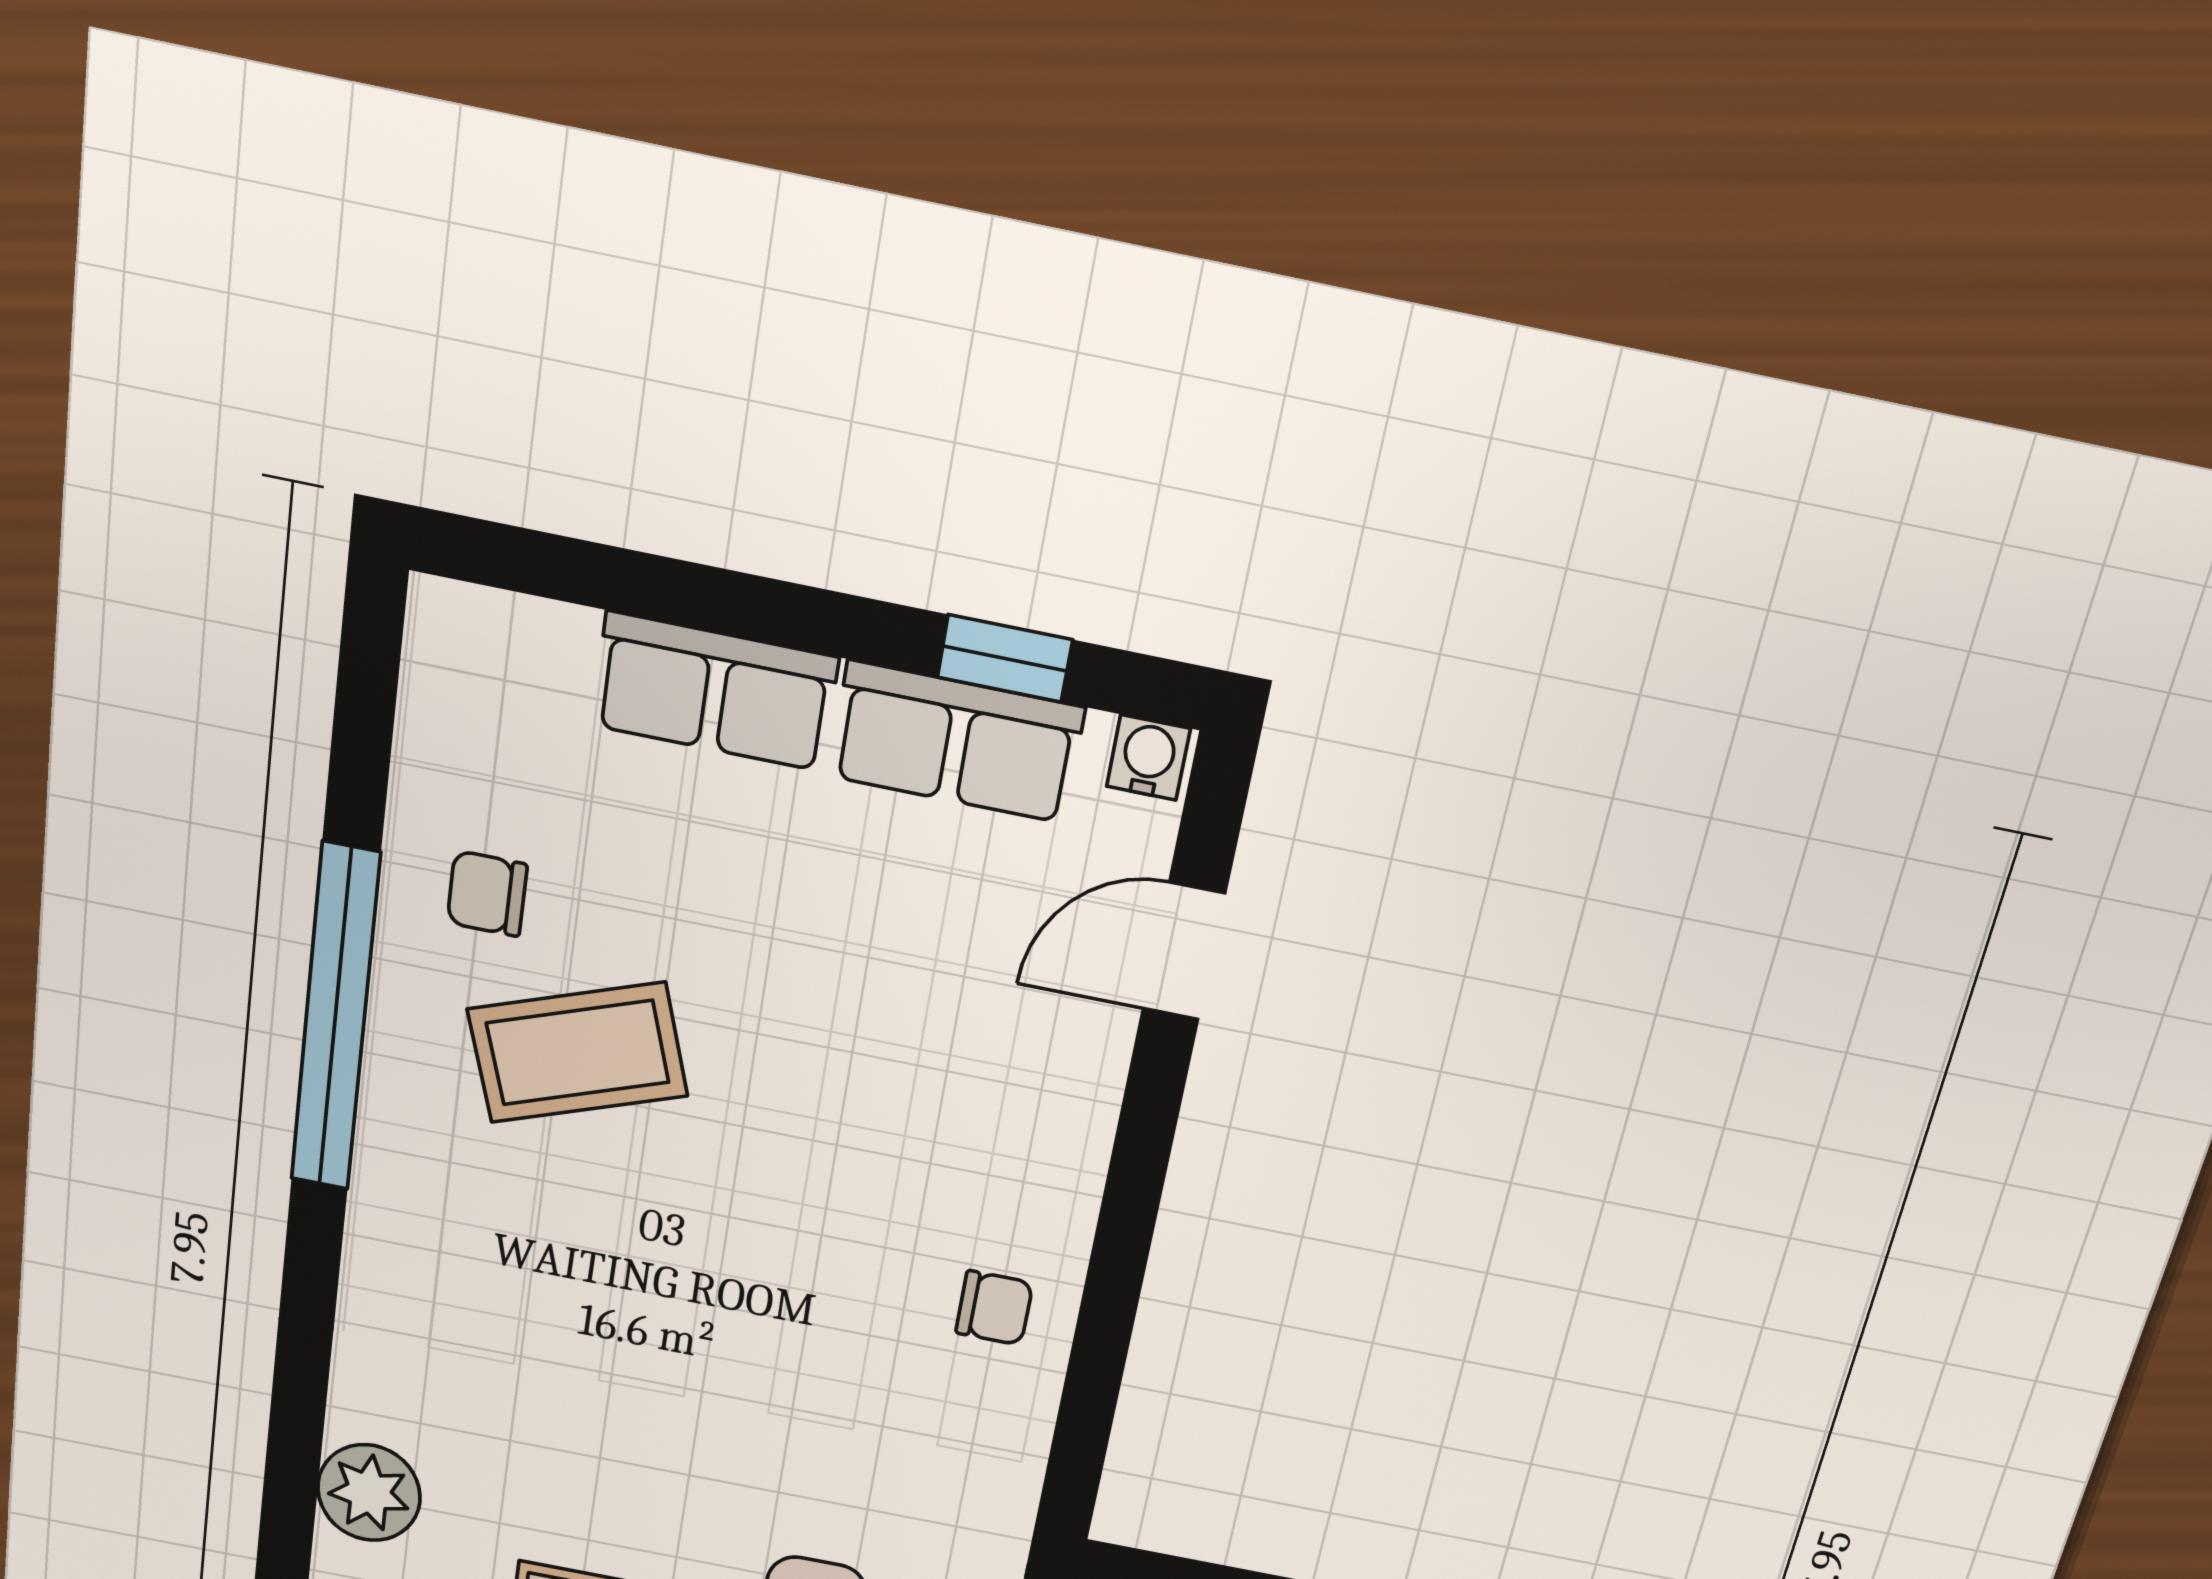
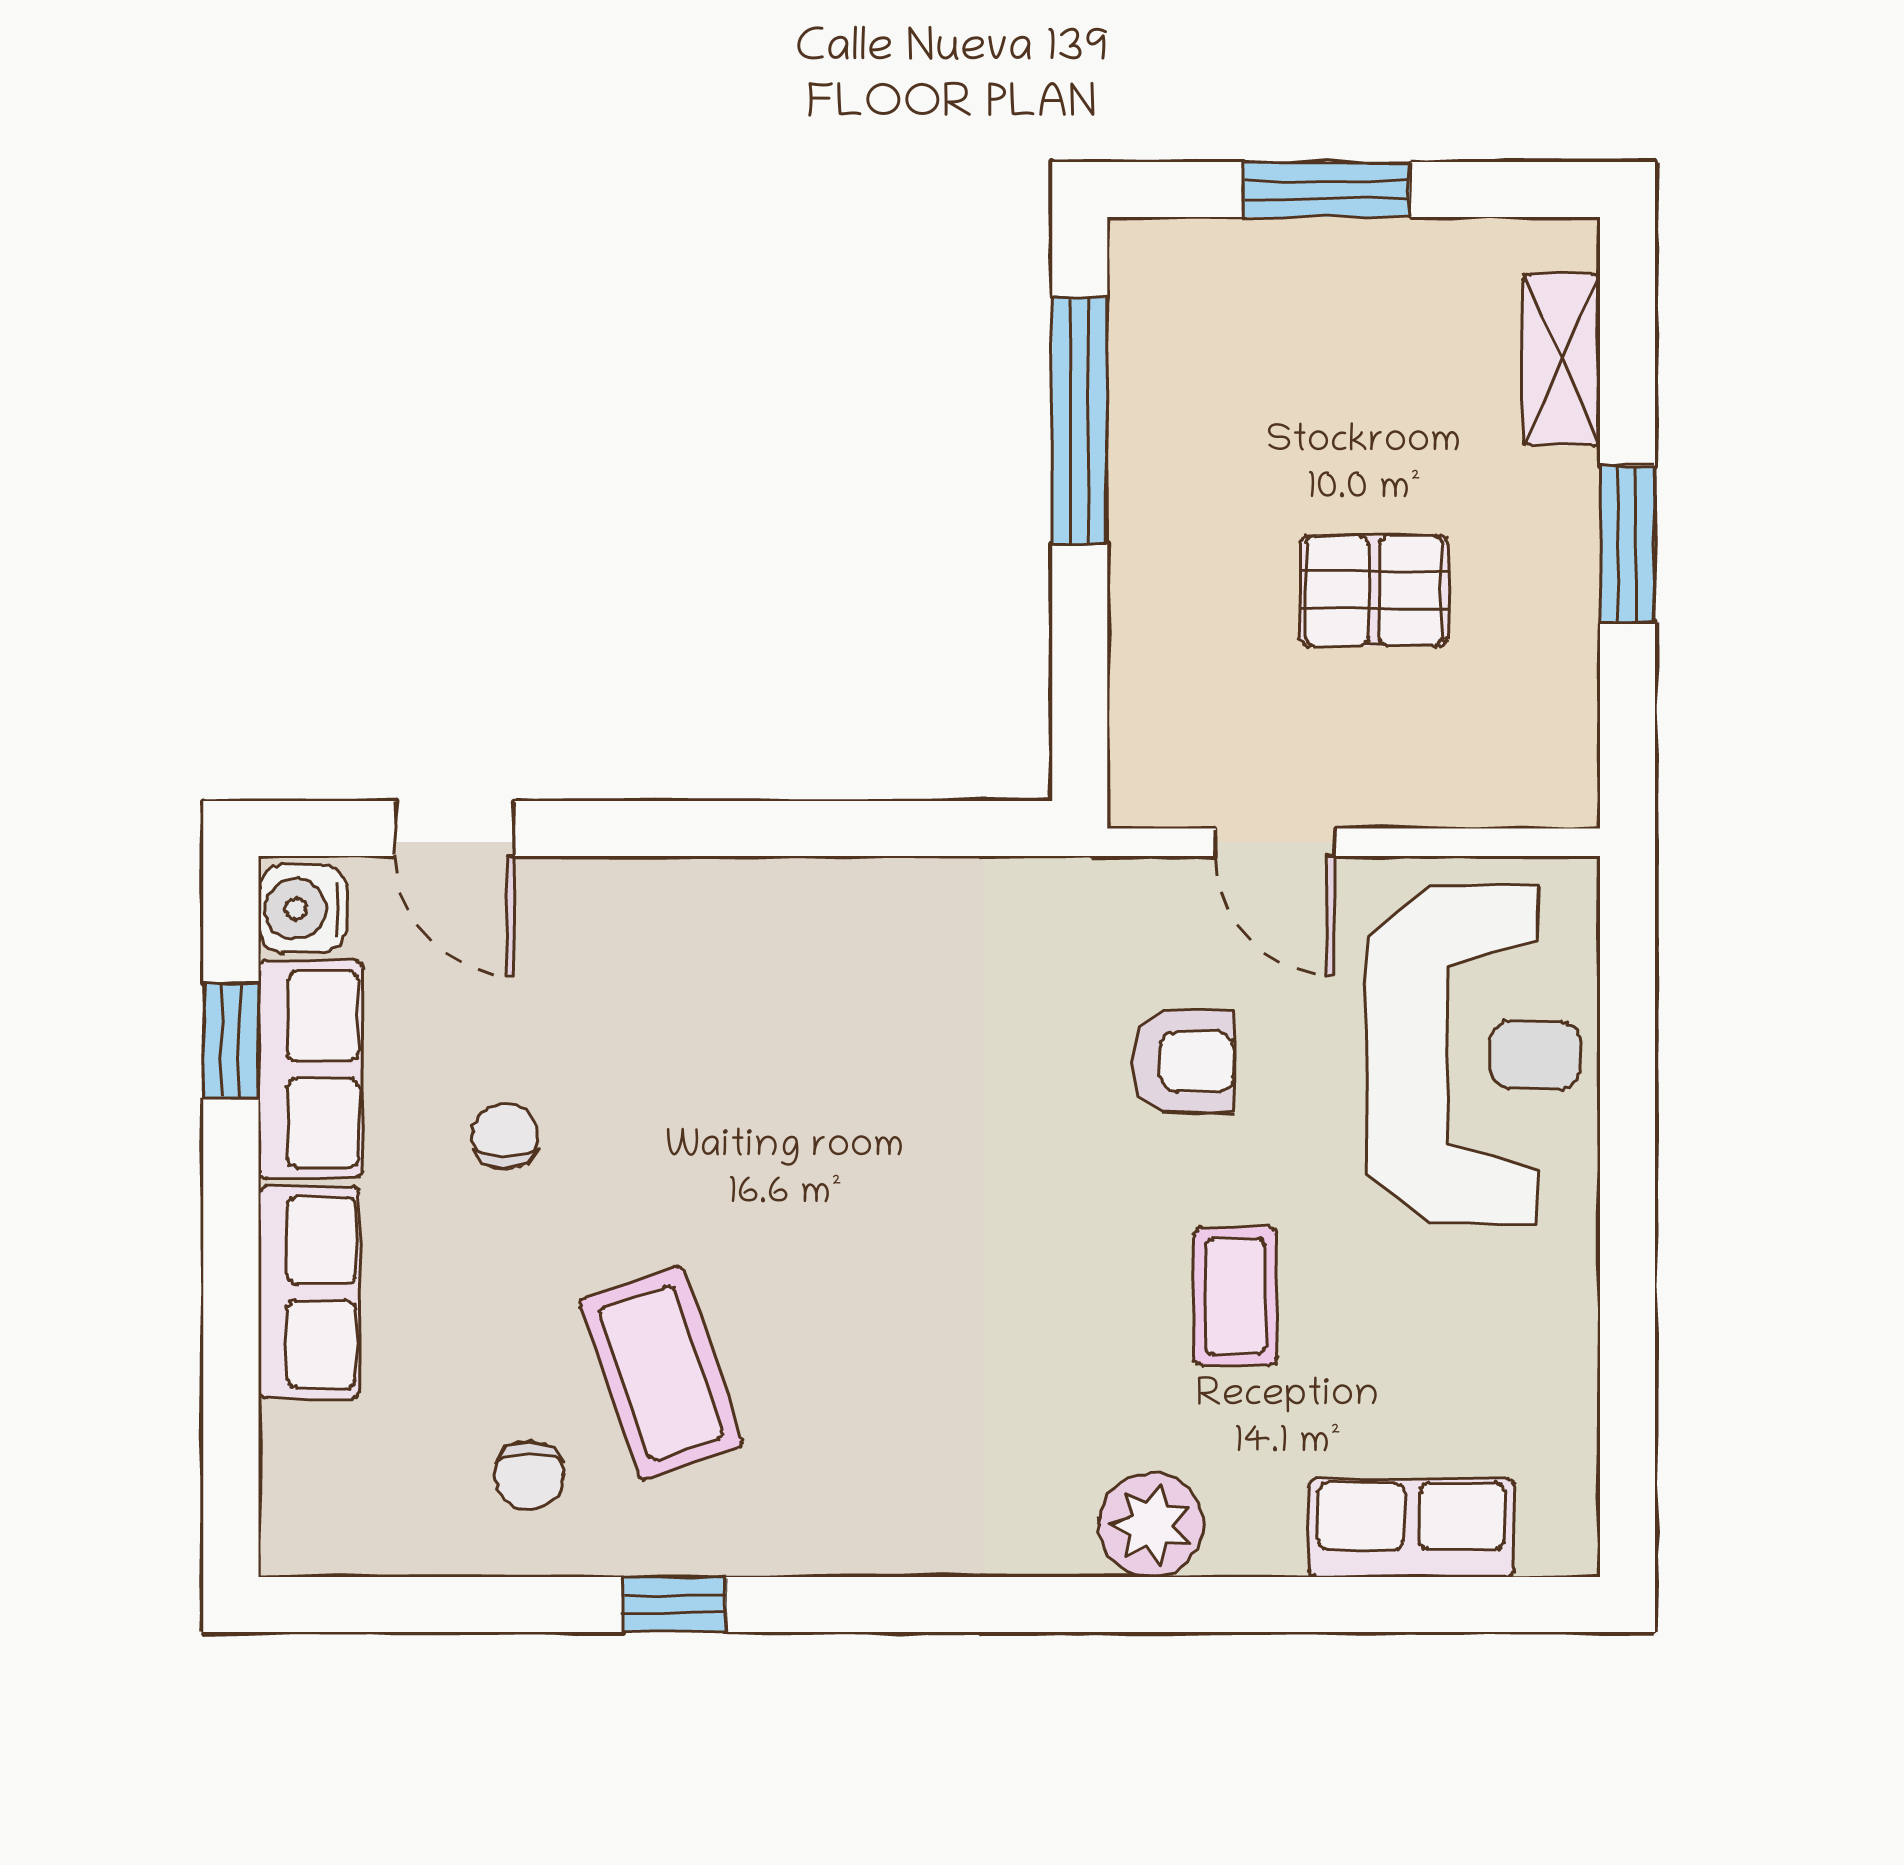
water cooler: (1148, 757) -> (303, 909), width x1.38, depth x1.38
window: (335, 1019) -> (674, 1604), width x0.32
chair: (994, 1308) -> (505, 1136), moved

